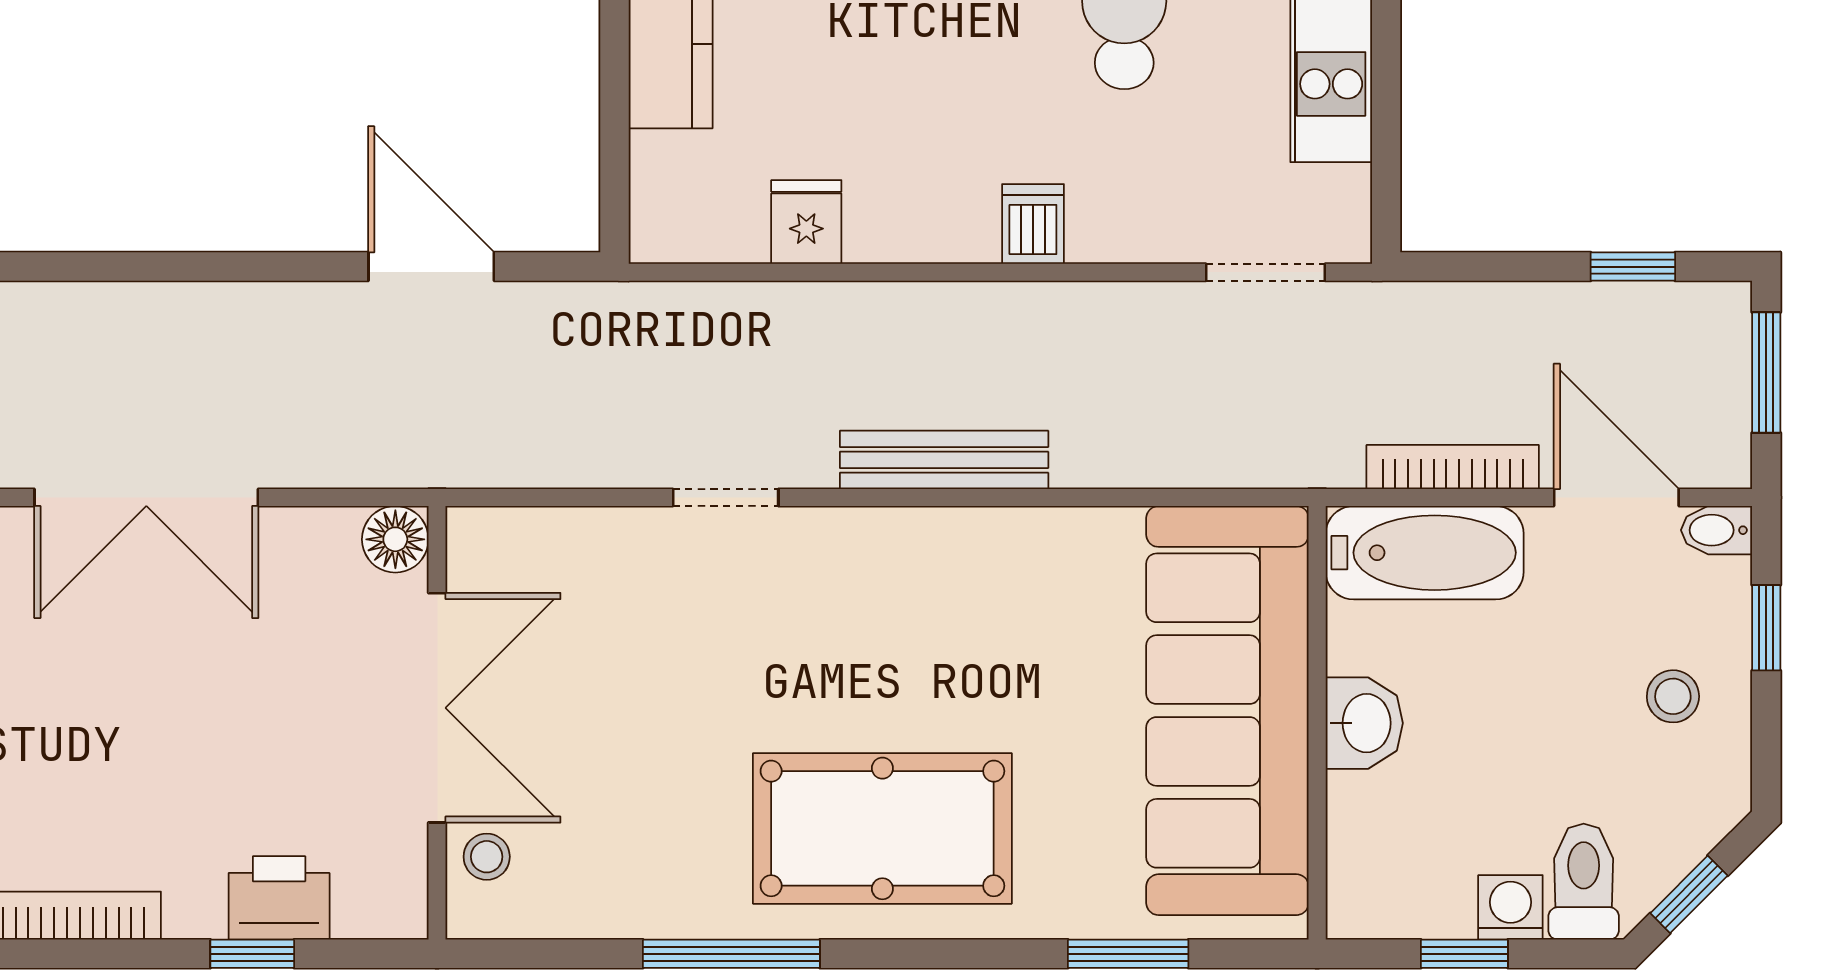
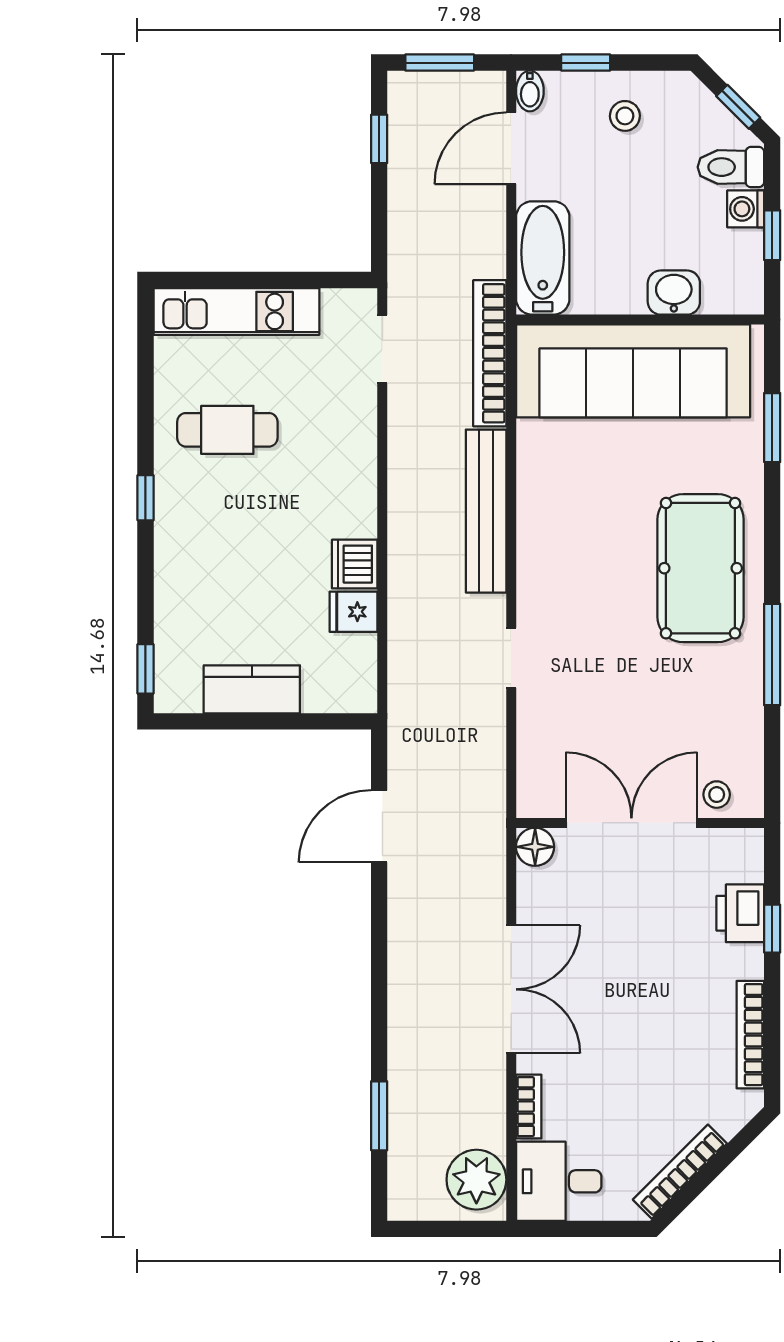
dishwasher: (1033, 224) -> (355, 564), moved, width x1.38
bench: (944, 460) -> (486, 511), width x1.37, depth x1.21
bookcase: (1453, 467) -> (490, 353), moved, width x1.48, depth x1.31
washbasin: (1364, 723) -> (674, 293), moved

